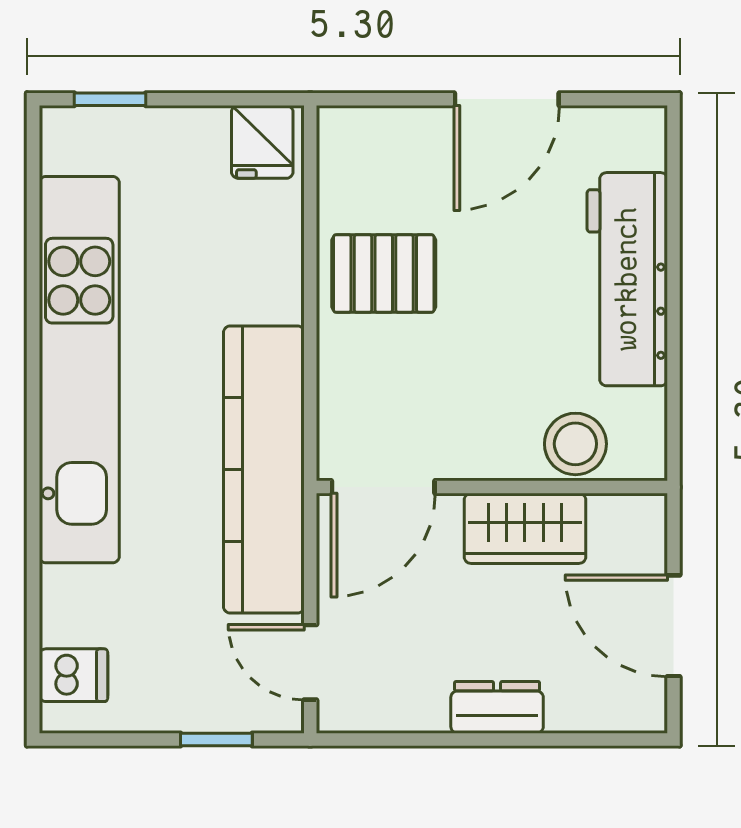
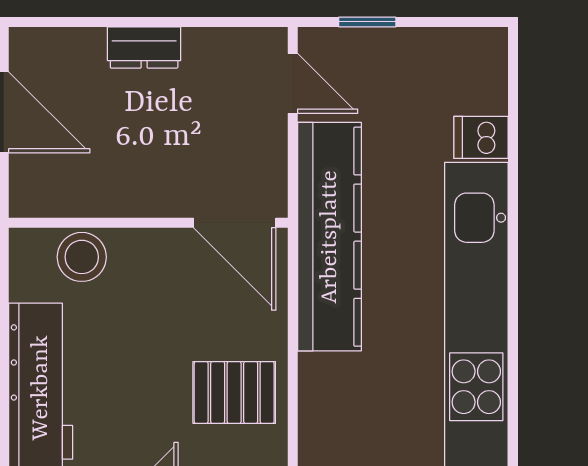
door: (383, 487) -> (235, 223), swing flipped
wardrobe: (525, 528) -> (122, 190), removed
dishwasher: (73, 675) -> (481, 137), moved

